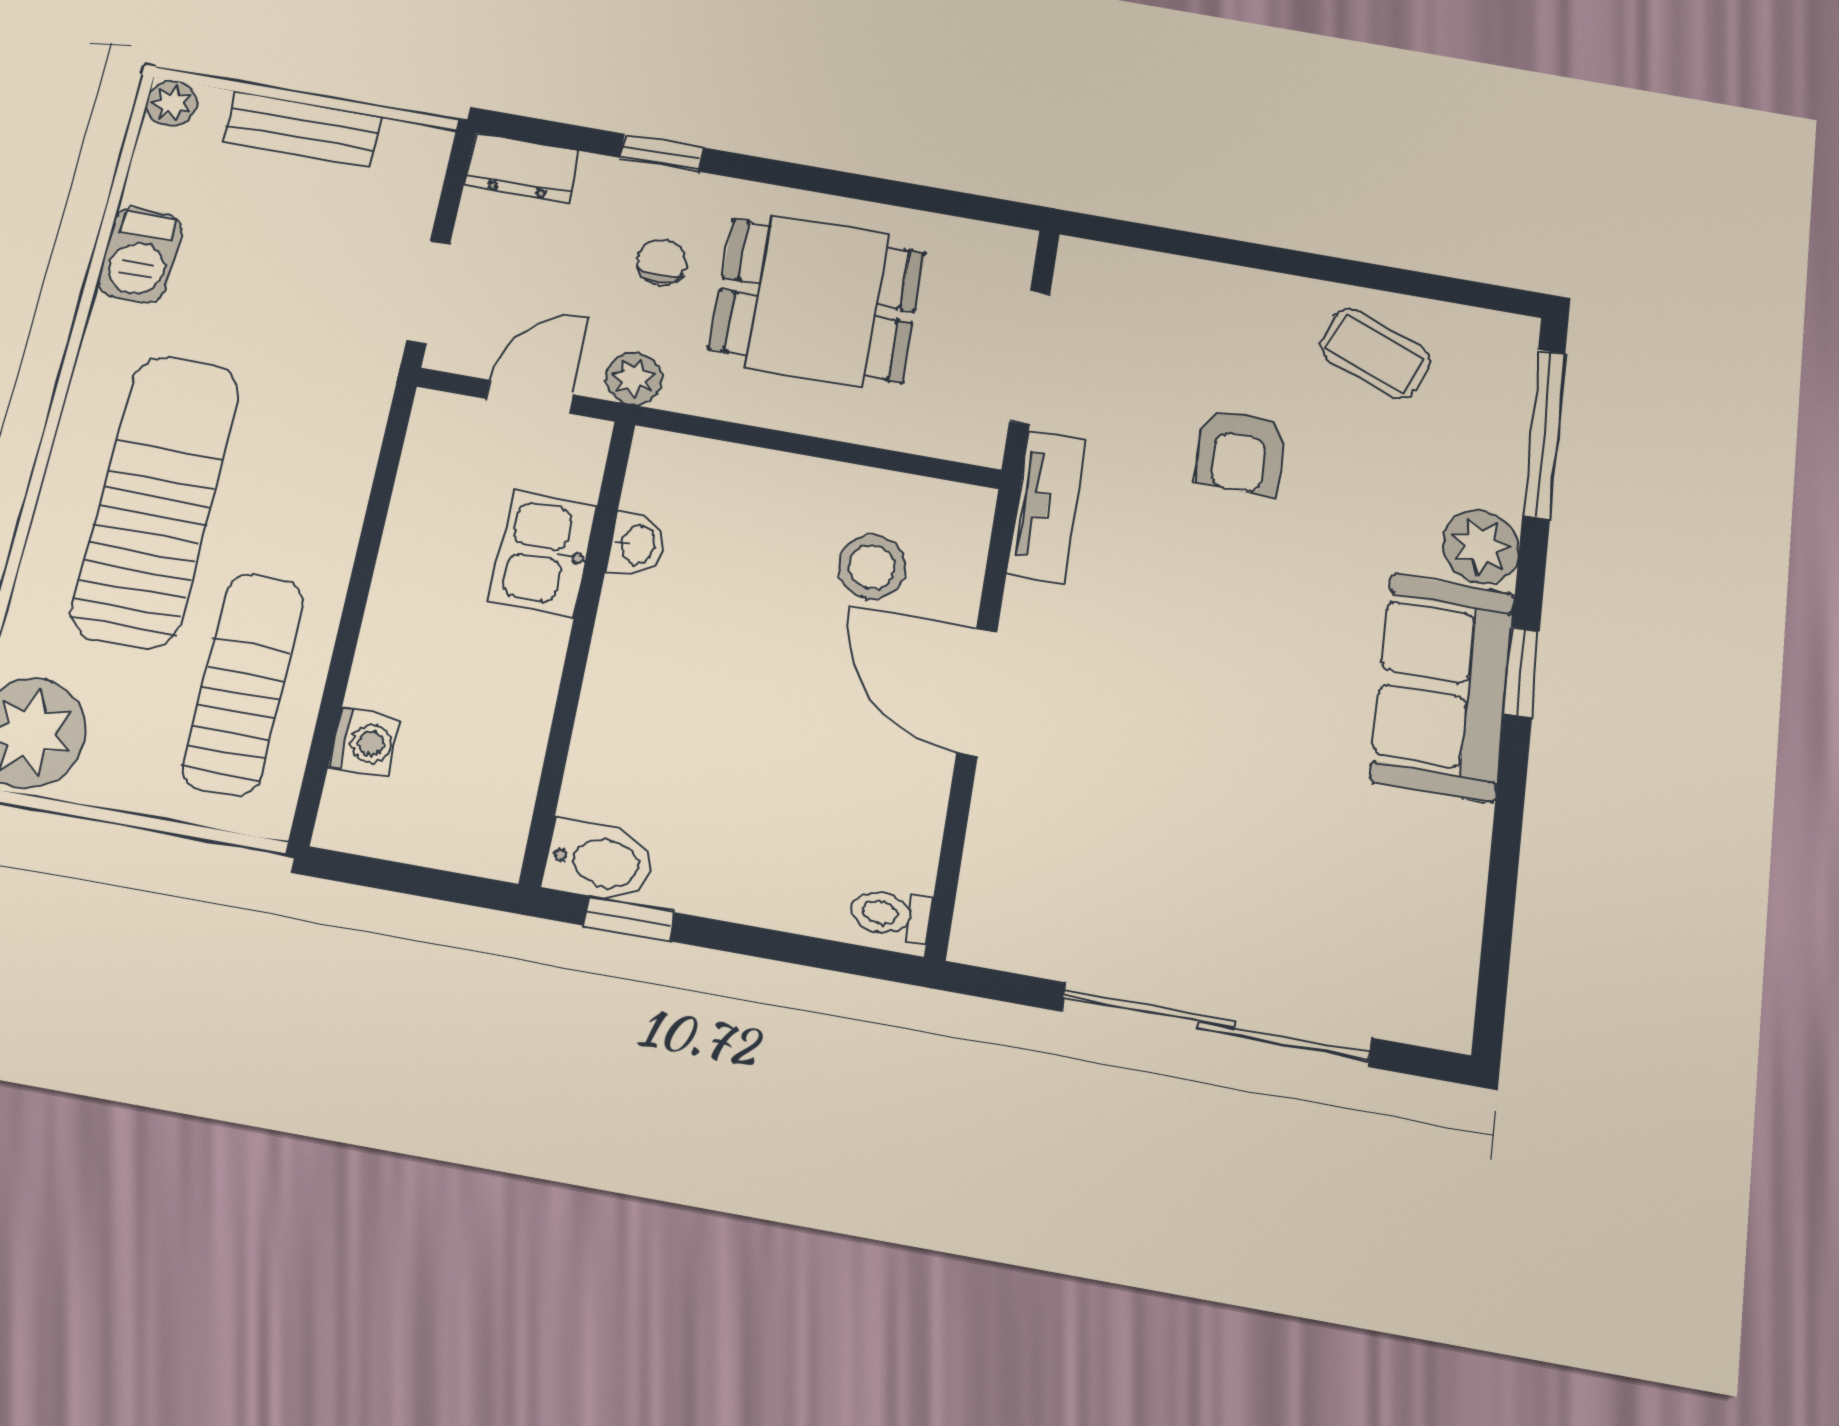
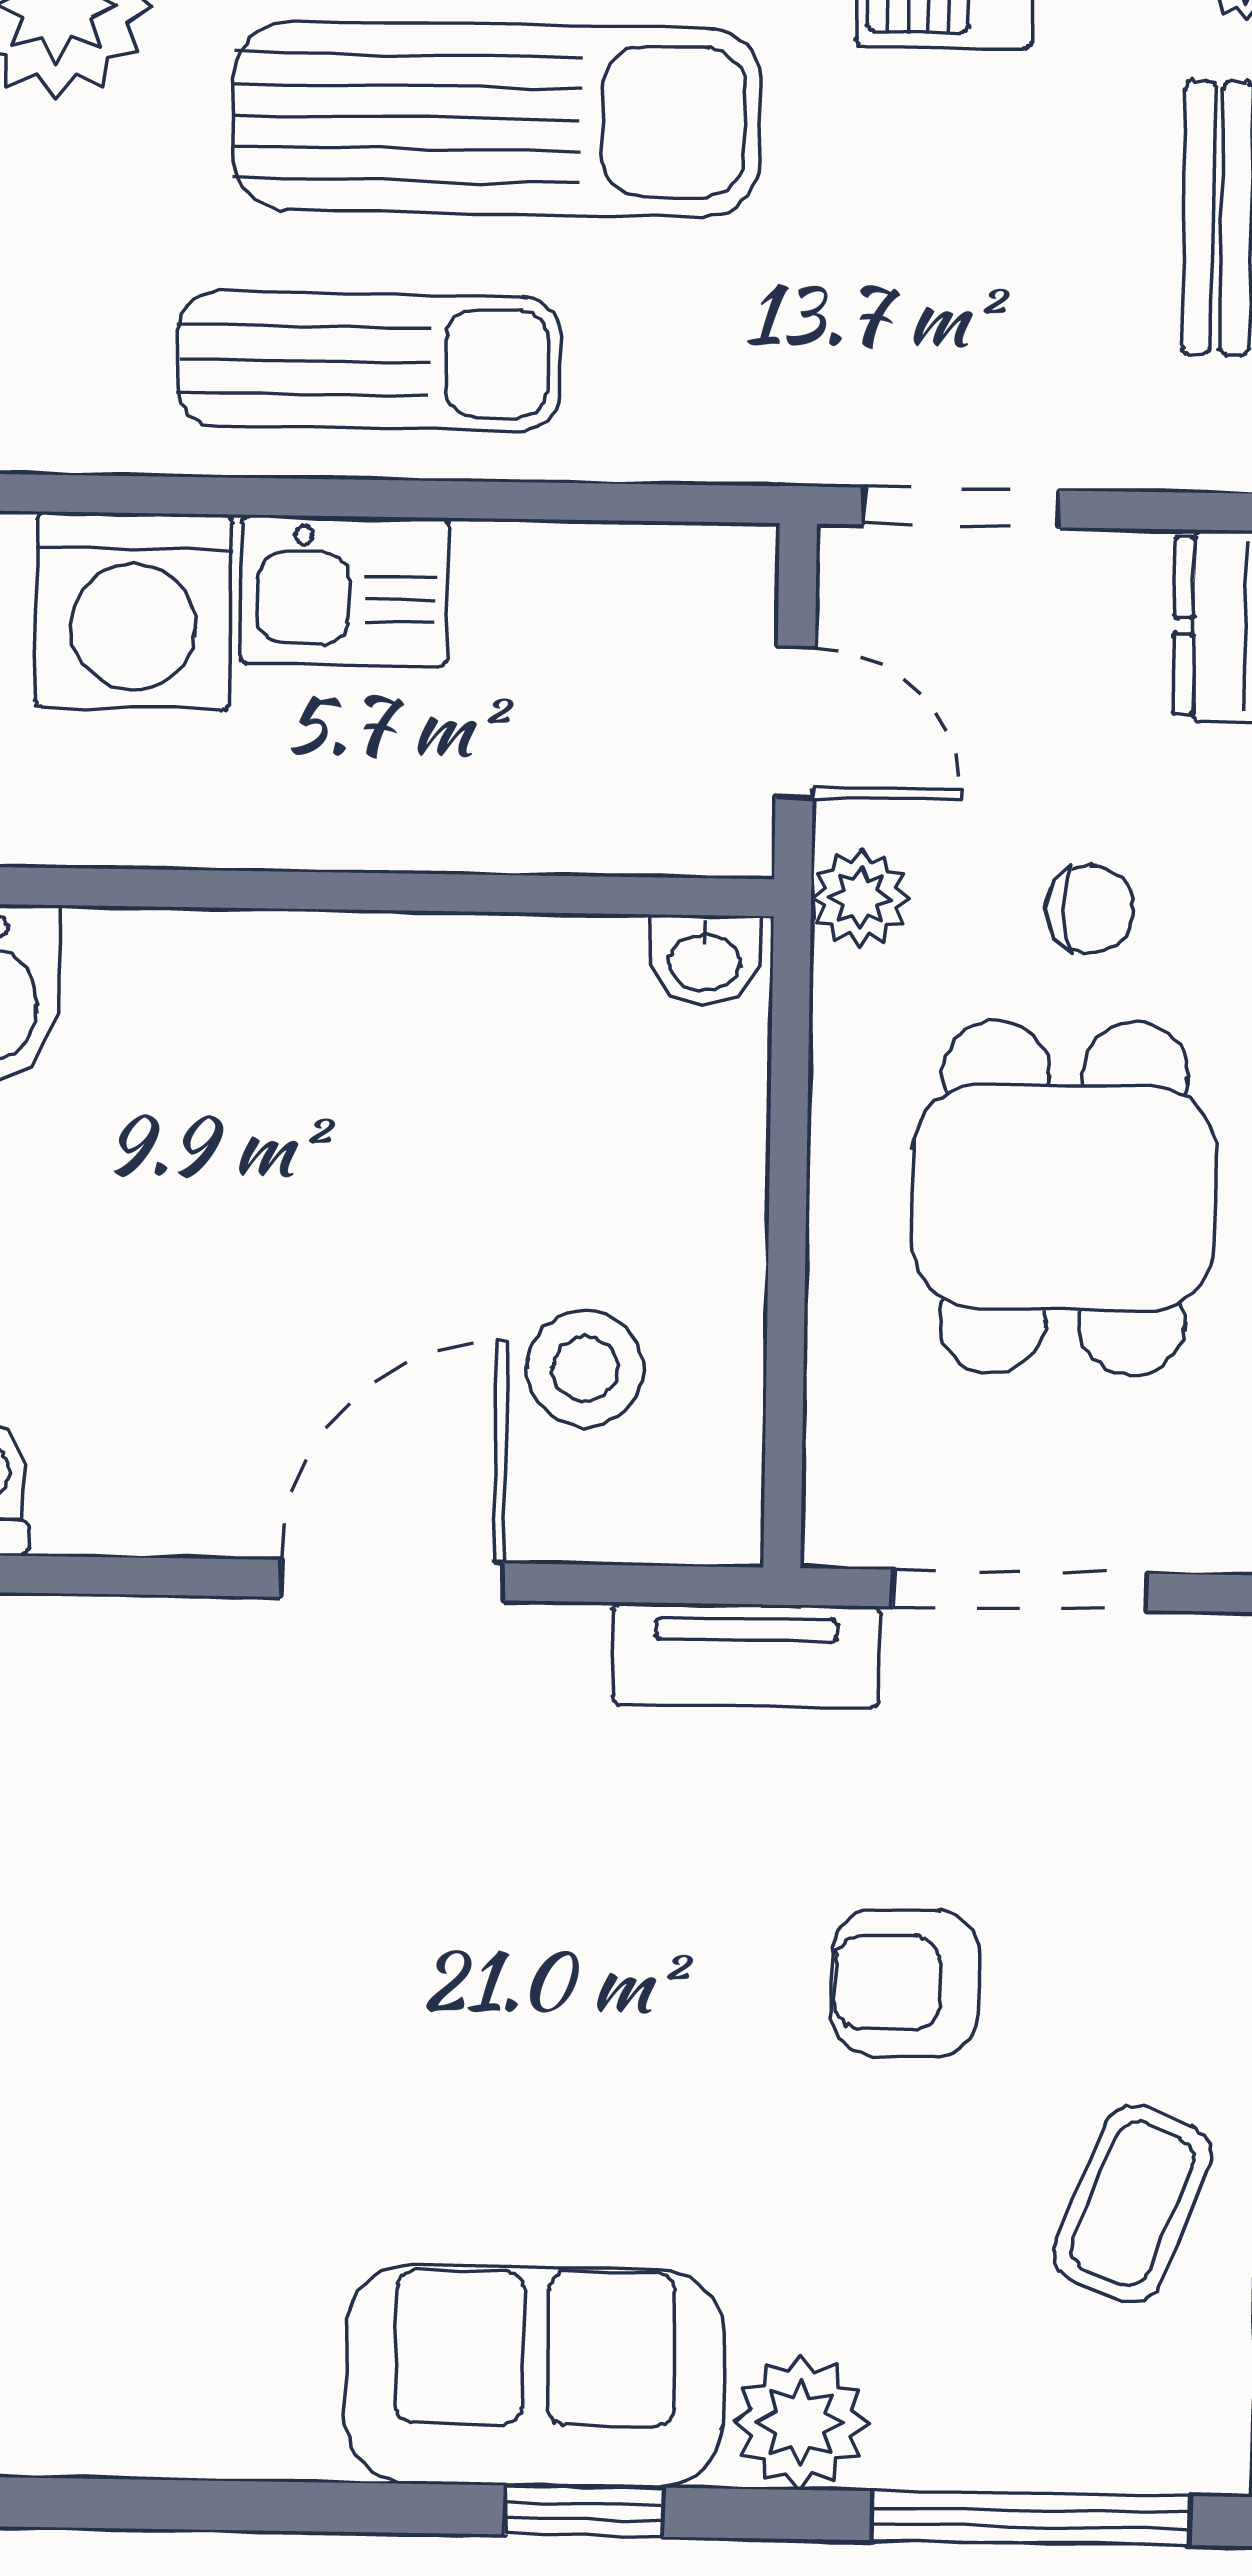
washbasin: (637, 544) -> (704, 960), moved
kitchen sink: (543, 553) -> (345, 591), moved, turned 180
sun lounger: (243, 684) -> (369, 361), moved
washing machine: (365, 742) -> (133, 611), width x1.89, depth x1.89

